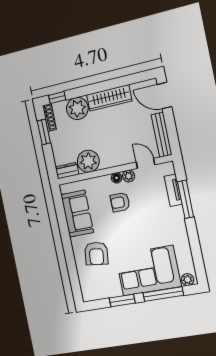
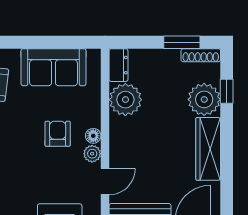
window: (57, 98) -> (227, 91), moved

